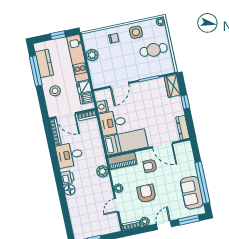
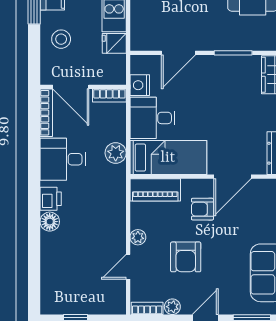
dishwasher: (86, 98) -> (114, 64), removed
door: (162, 145) -> (233, 177), hinge flipped
plant: (102, 171) -> (116, 153), moved
armchair: (146, 193) -> (186, 257), turned 180

